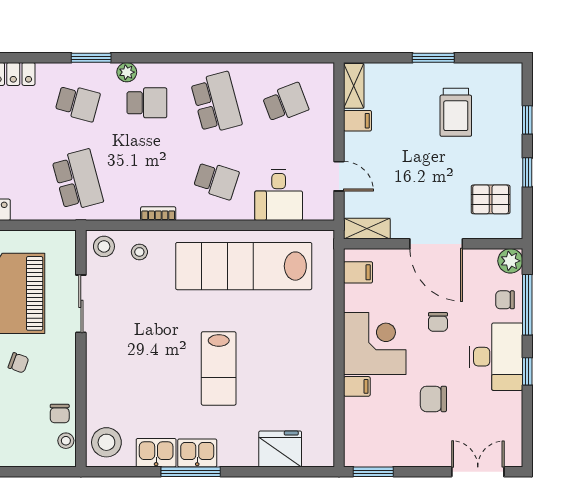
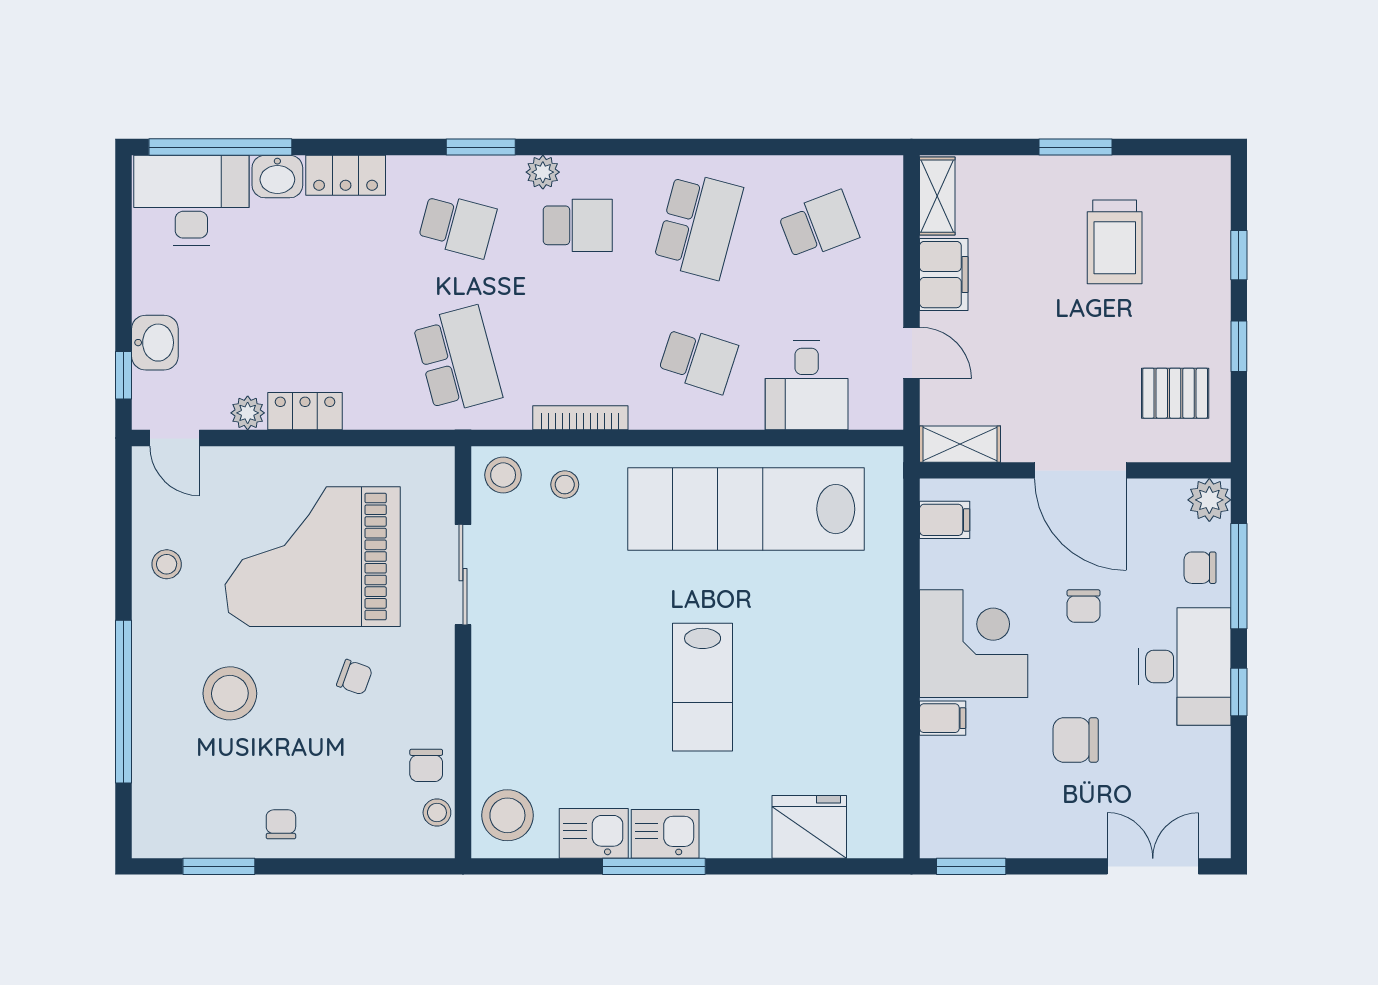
school desk: (216, 103) -> (698, 225), turned 30
filing cabinet: (357, 121) -> (944, 275), width x2.00
bookcase: (158, 214) -> (580, 418), width x1.56

